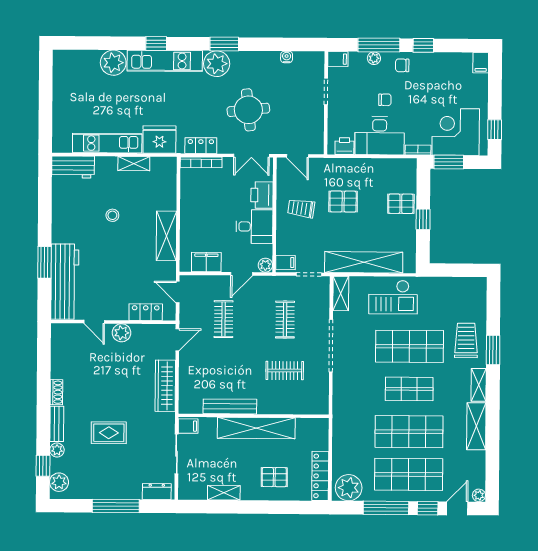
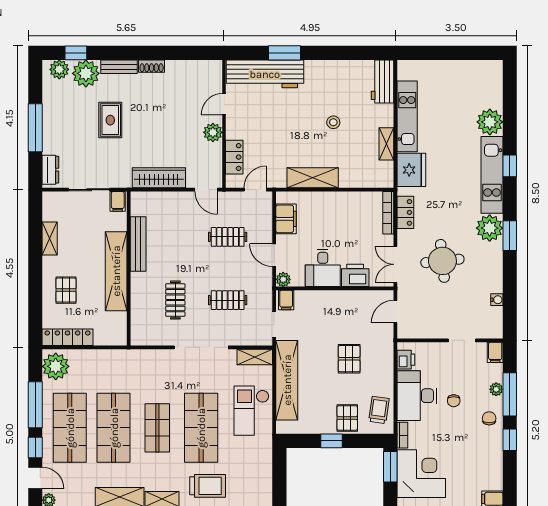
trolley: (301, 208) -> (379, 410), moved
plant: (57, 450) -> (86, 73), width x1.87, depth x1.87

